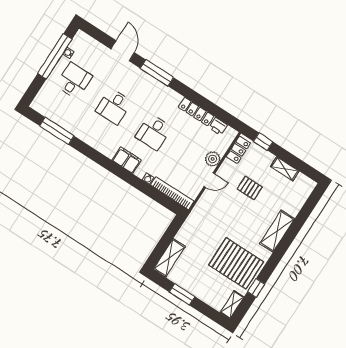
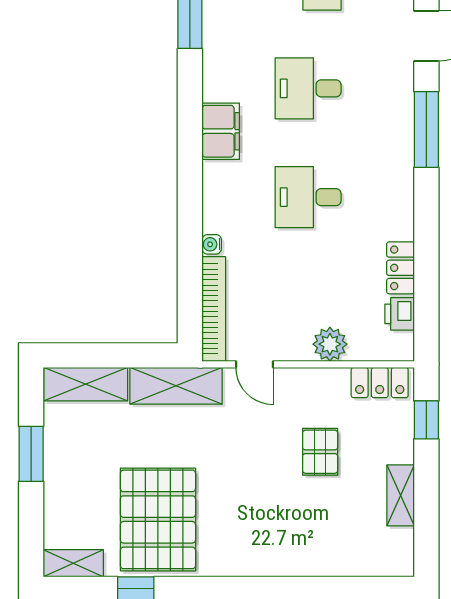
locker: (196, 112) -> (401, 268), width x0.66
filing cabinet: (127, 160) -> (221, 131), moved
door: (209, 180) -> (254, 364), moved
shelving: (277, 231) -> (176, 386), moved

